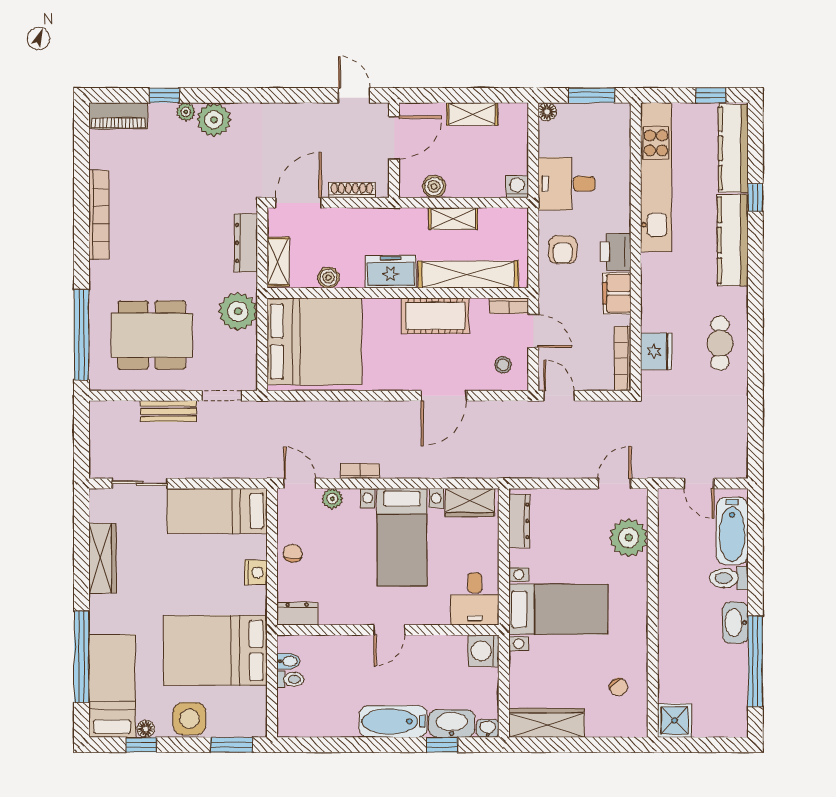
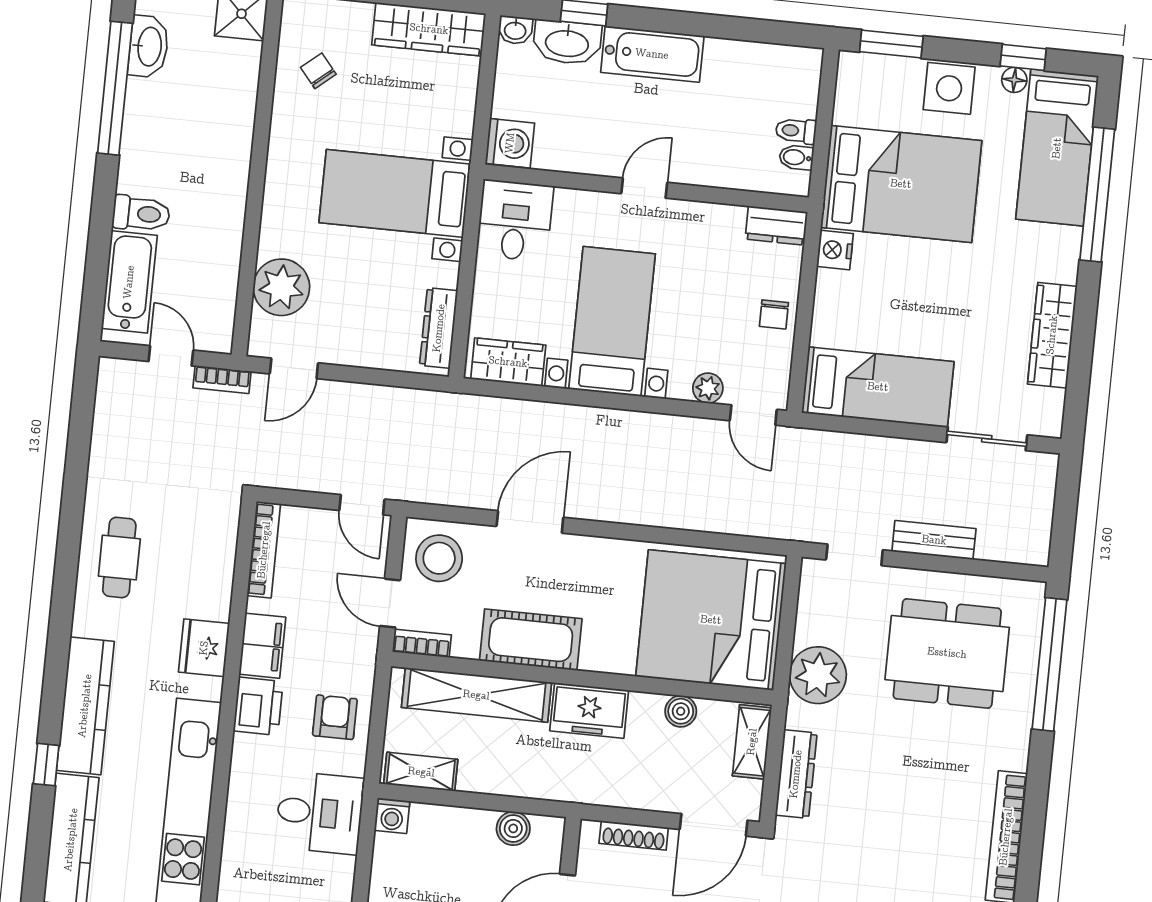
shelving: (453, 219) -> (421, 772), moved
fridge: (656, 351) -> (204, 648), moved
stool: (503, 365) -> (439, 558), width x1.89, depth x1.89
bookcase: (360, 471) -> (222, 380), moved
nightstand: (256, 572) -> (835, 250), moved
washbasin: (735, 623) -> (149, 47), moved

